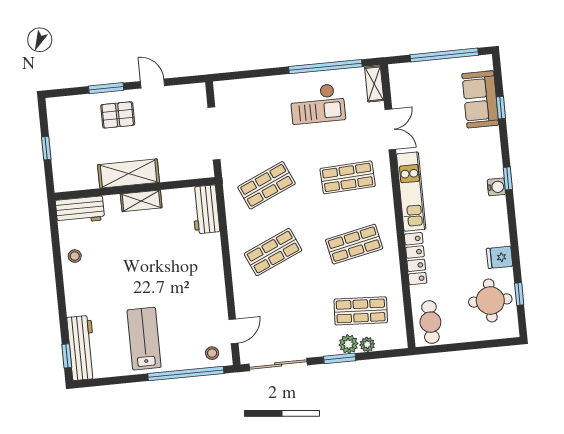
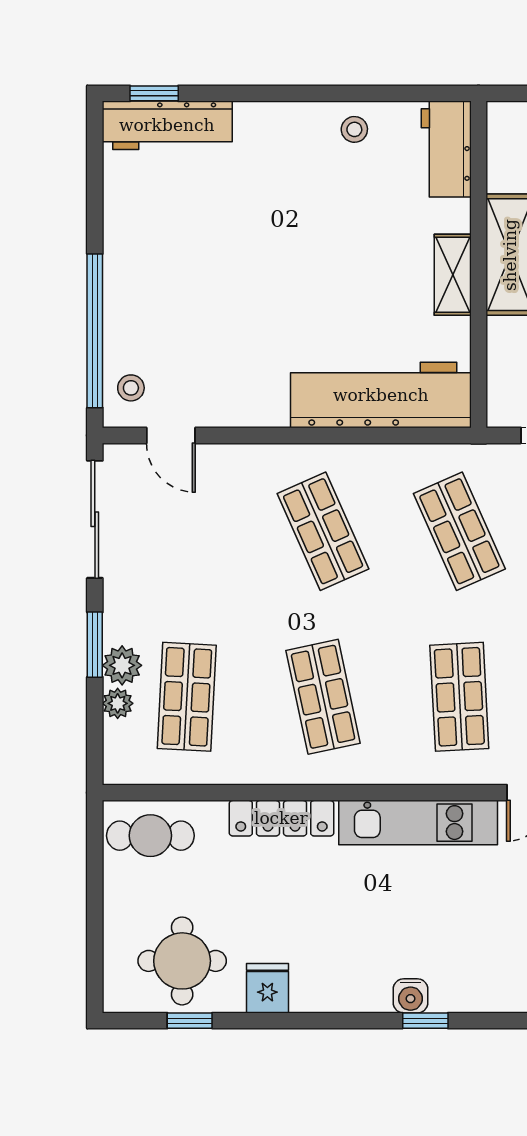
workbench: (205, 209) -> (381, 395), width x1.88, depth x1.32
lab bench: (144, 339) -> (174, 253), removed

